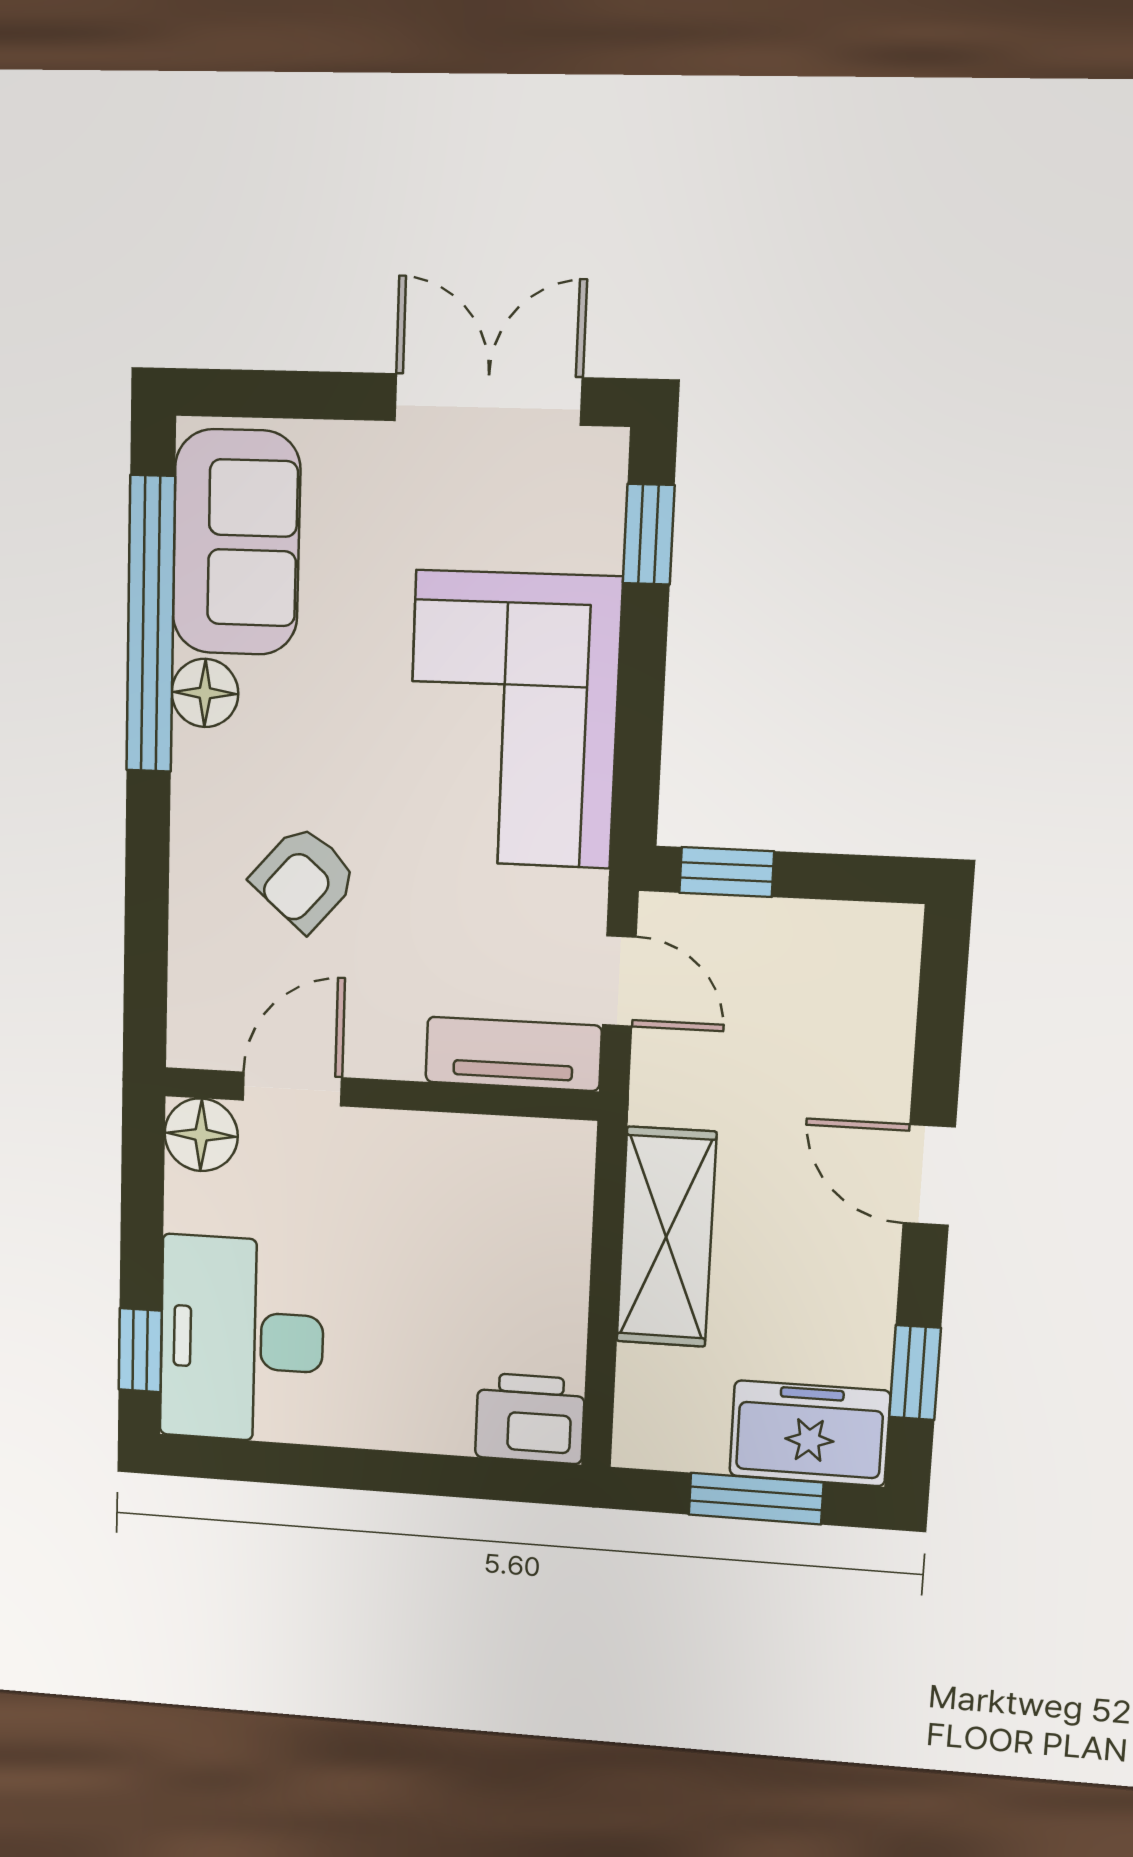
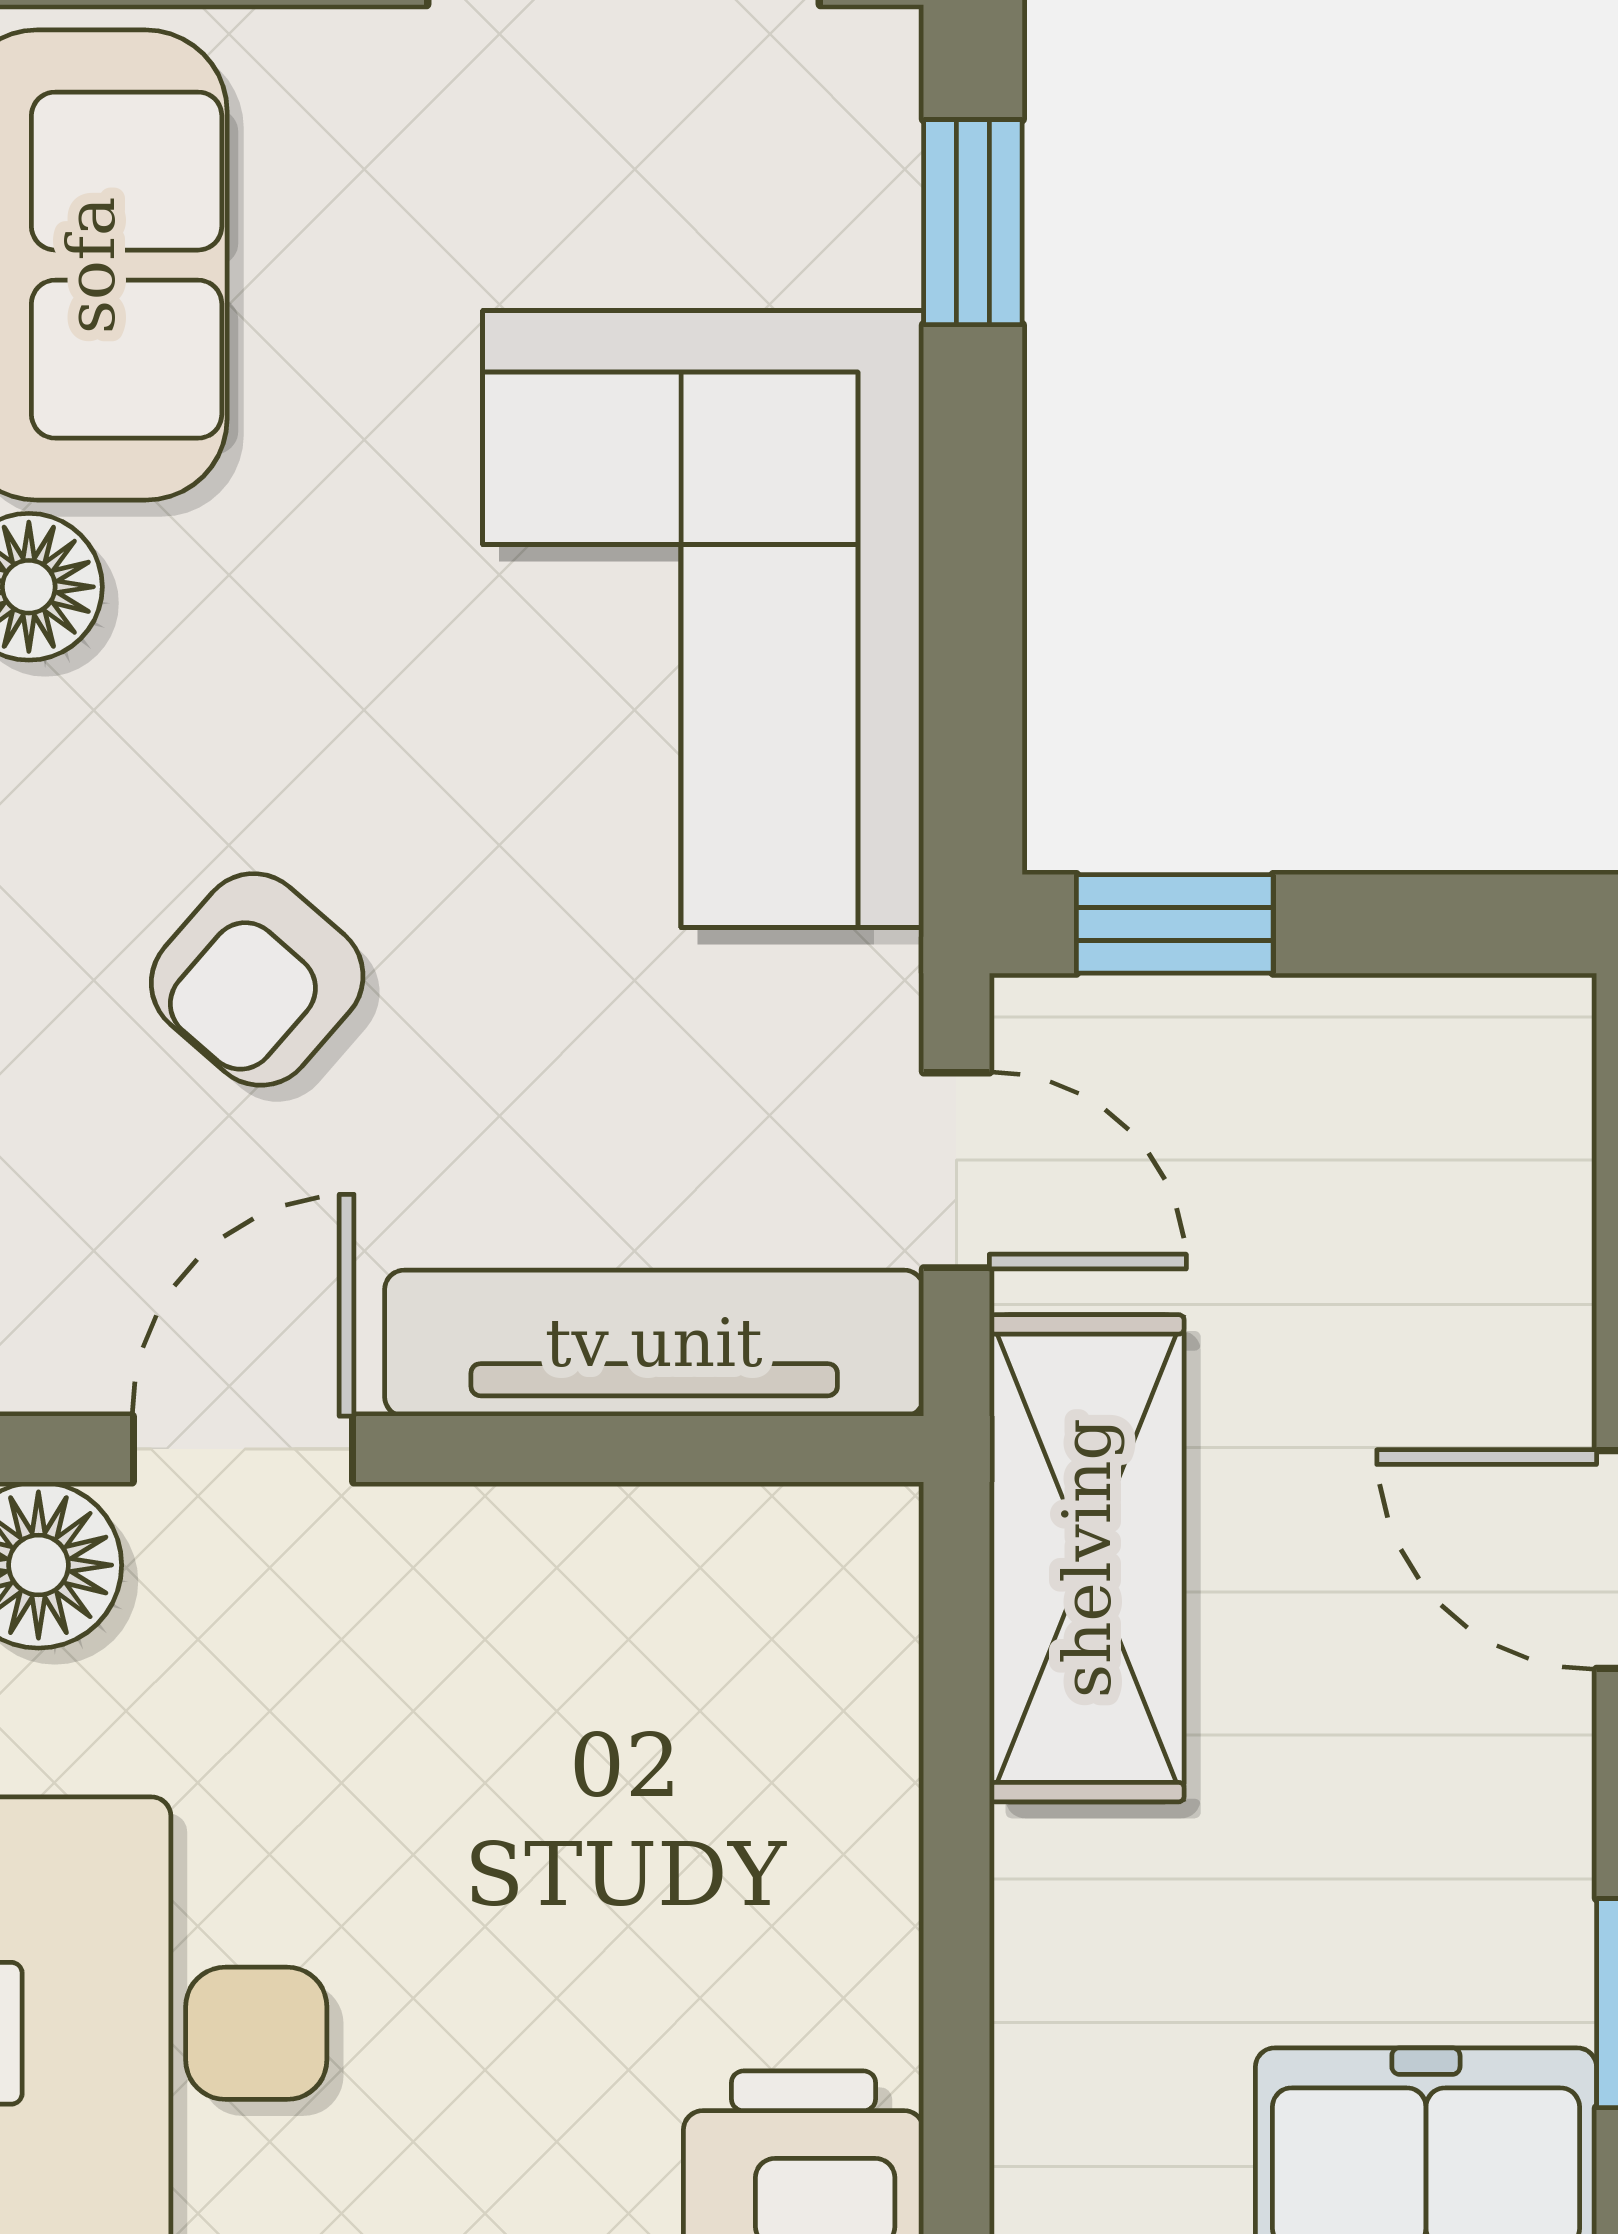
tv unit: (513, 1054) -> (654, 1343), width x1.41
shelving: (666, 1237) -> (1087, 1558), moved

